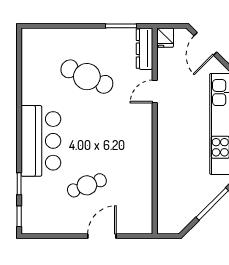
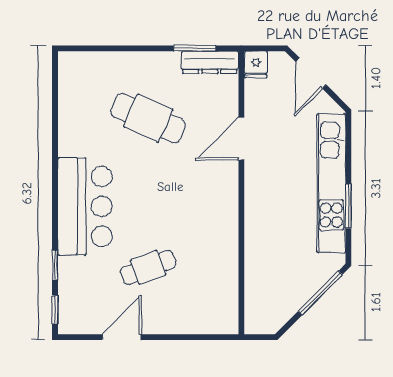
dresser: (145, 49) -> (210, 62), moved, turned -90
door: (155, 92) -> (241, 139), width x1.38
door: (102, 236) -> (122, 337), moved

